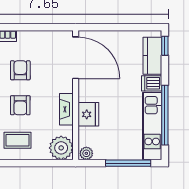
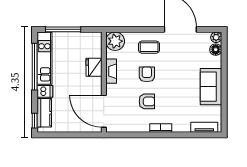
armchair: (20, 70) -> (147, 101), turned -90
plant: (86, 153) -> (96, 37), removed

